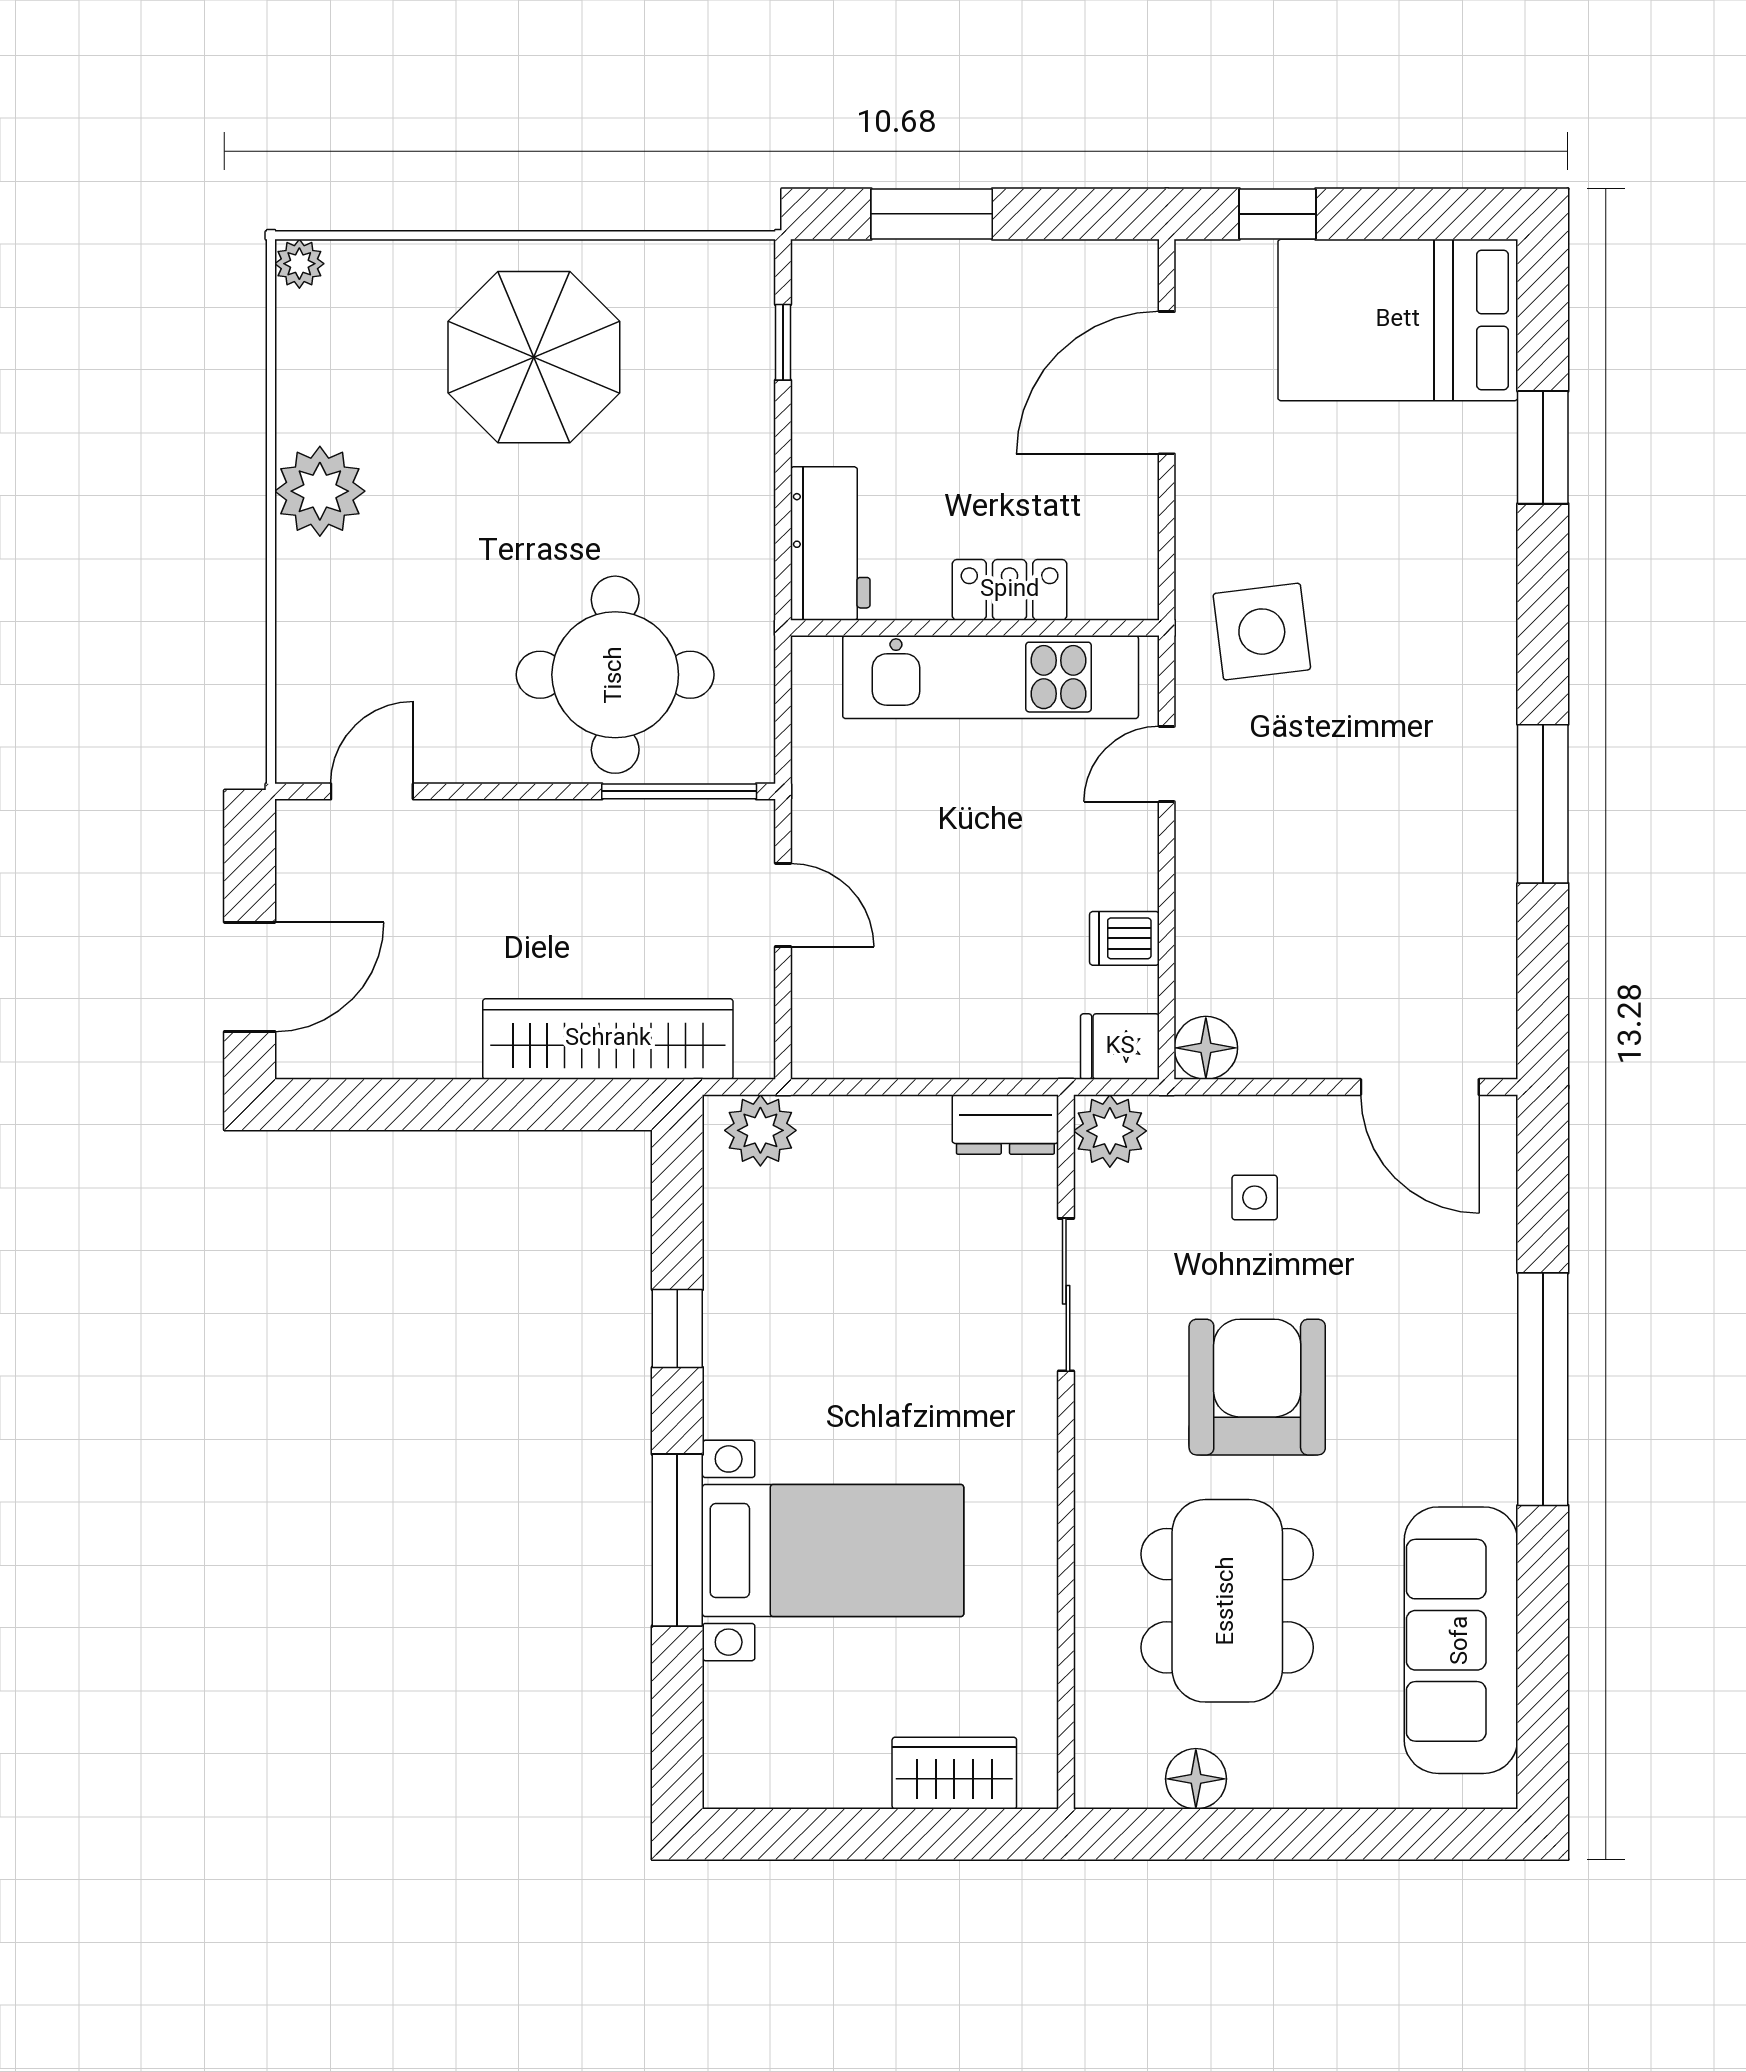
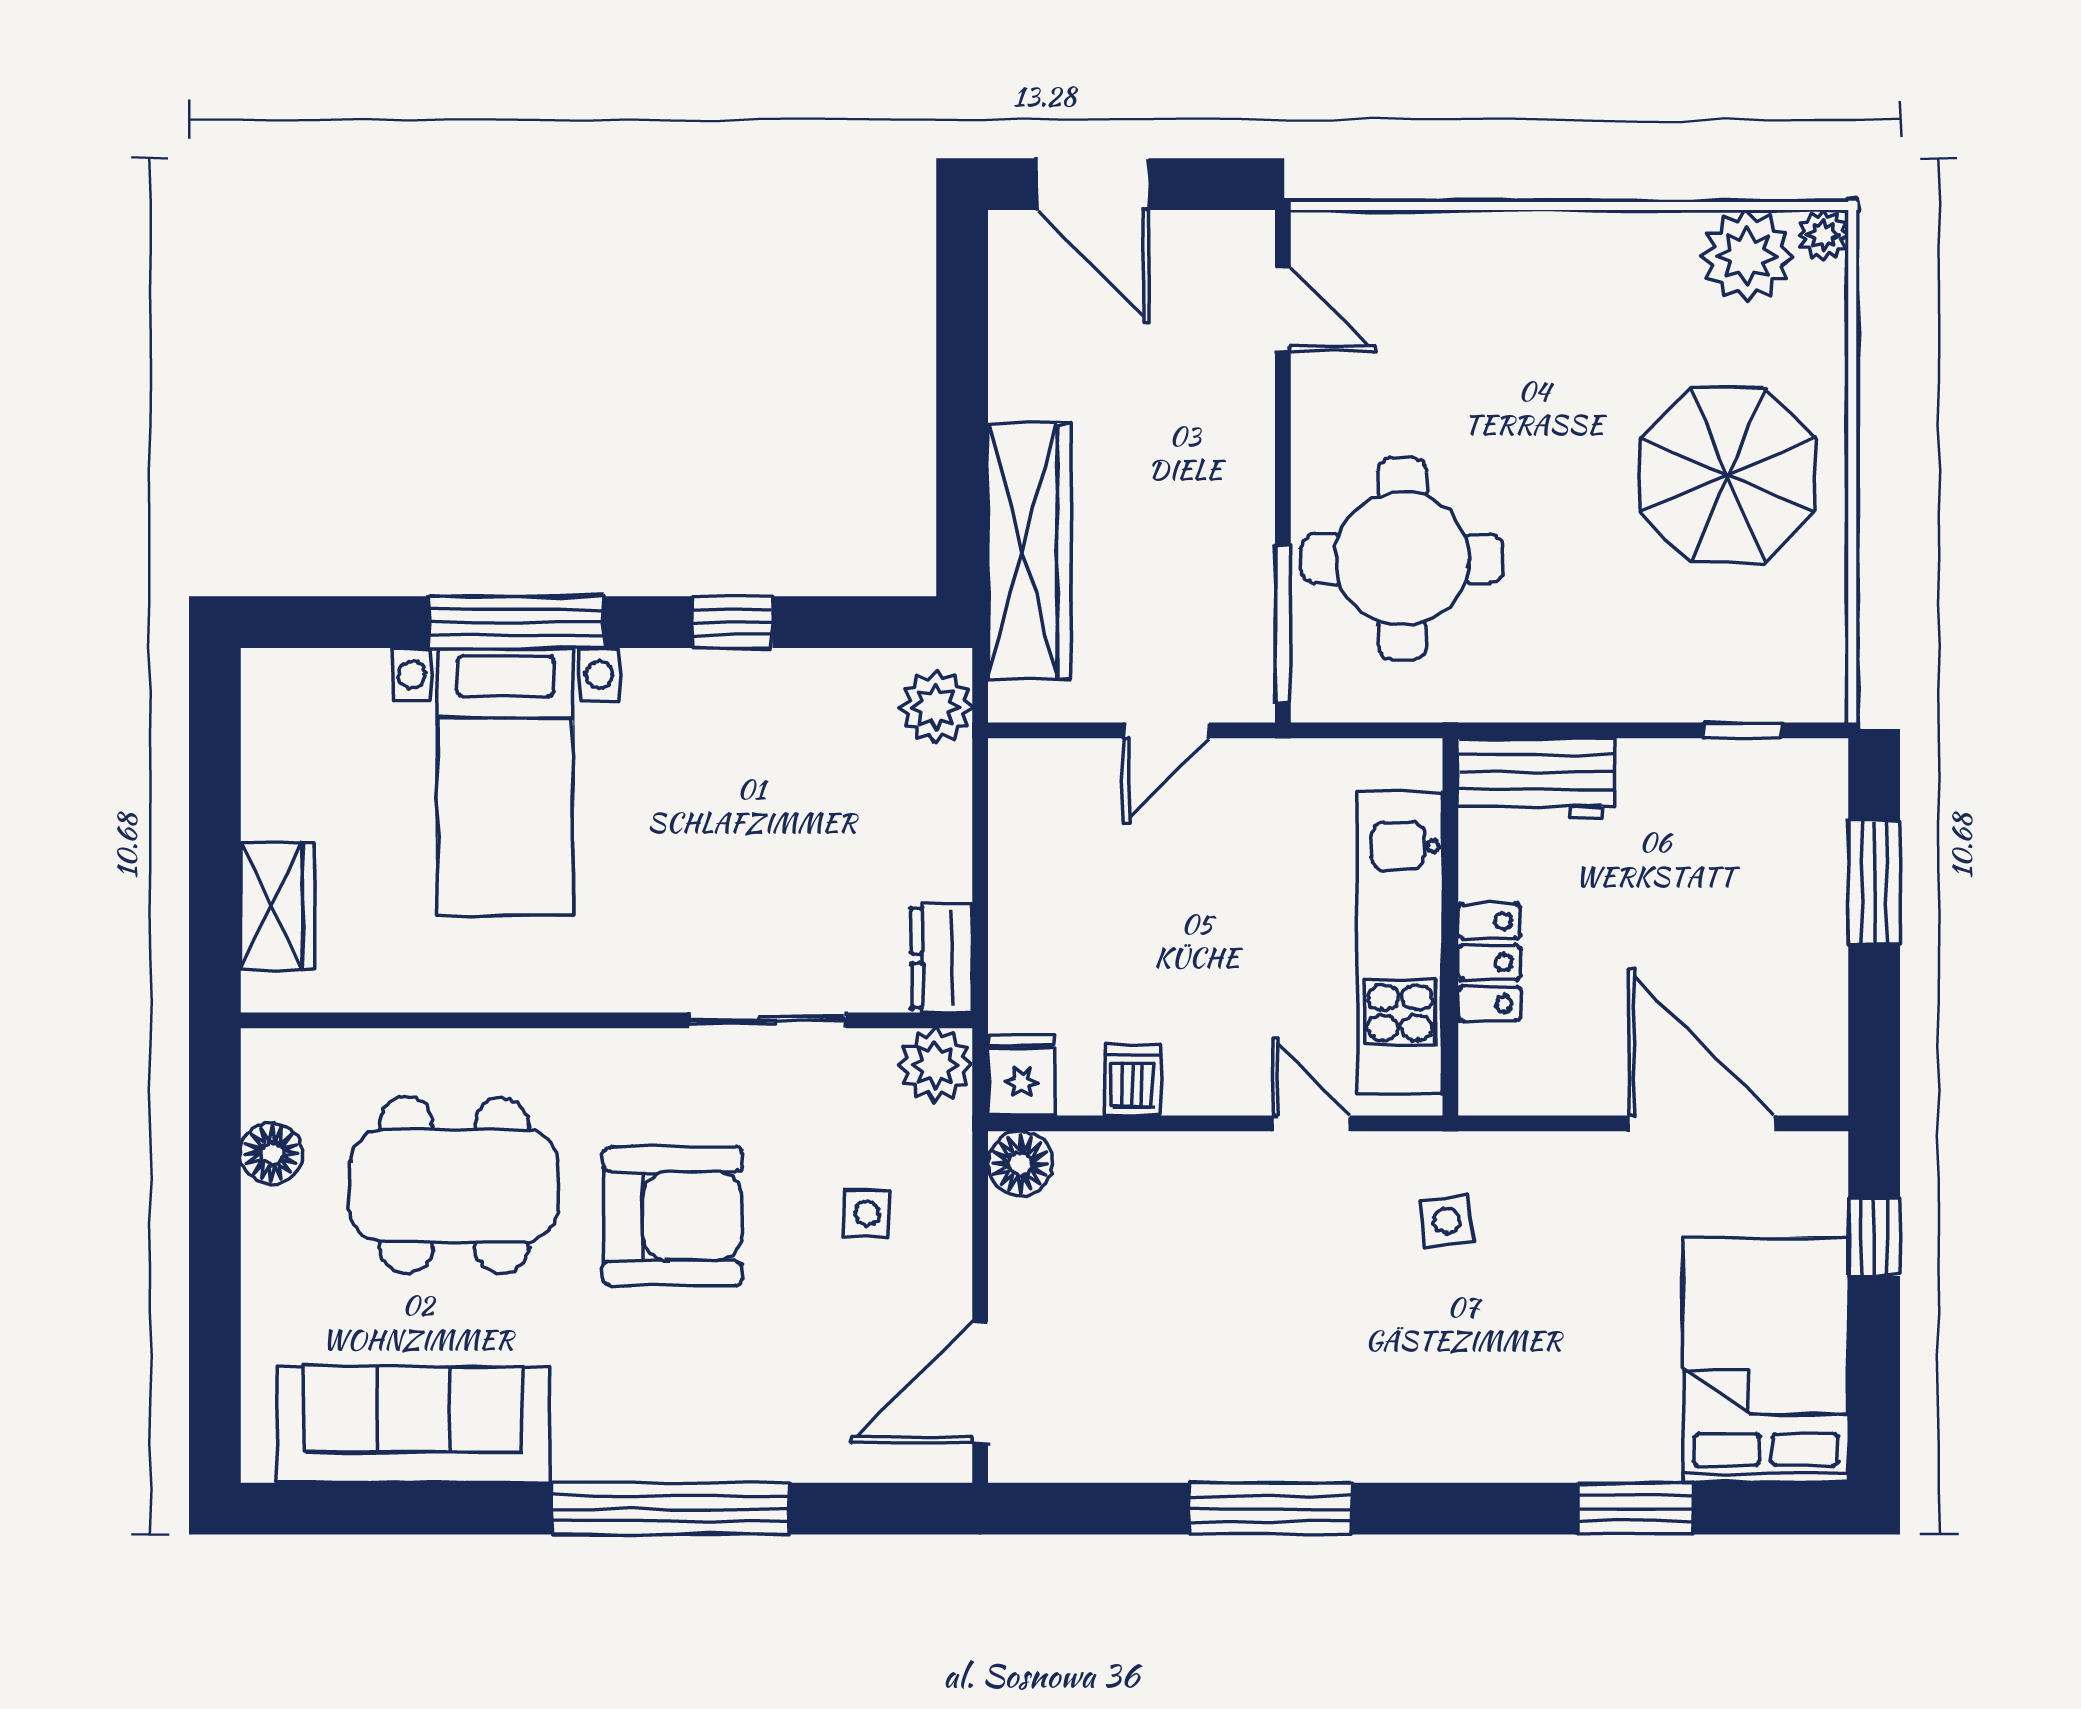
plant: (320, 491) -> (1747, 256), moved
side table: (1262, 632) -> (1447, 1221), width x0.54, depth x0.54

